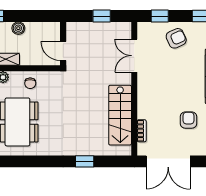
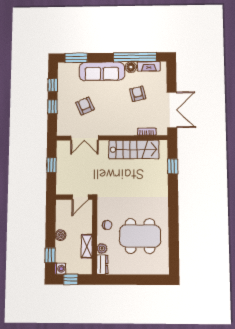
window: (160, 16) -> (52, 107), moved
armchair: (176, 38) -> (85, 106), moved
armchair: (189, 120) -> (138, 94), turned 77
window: (85, 161) -> (173, 166), moved

